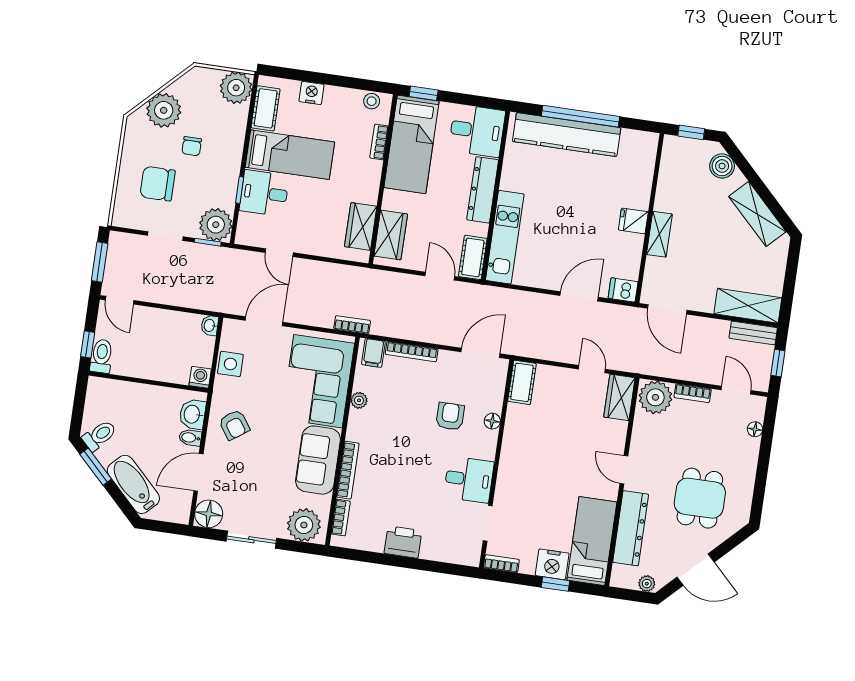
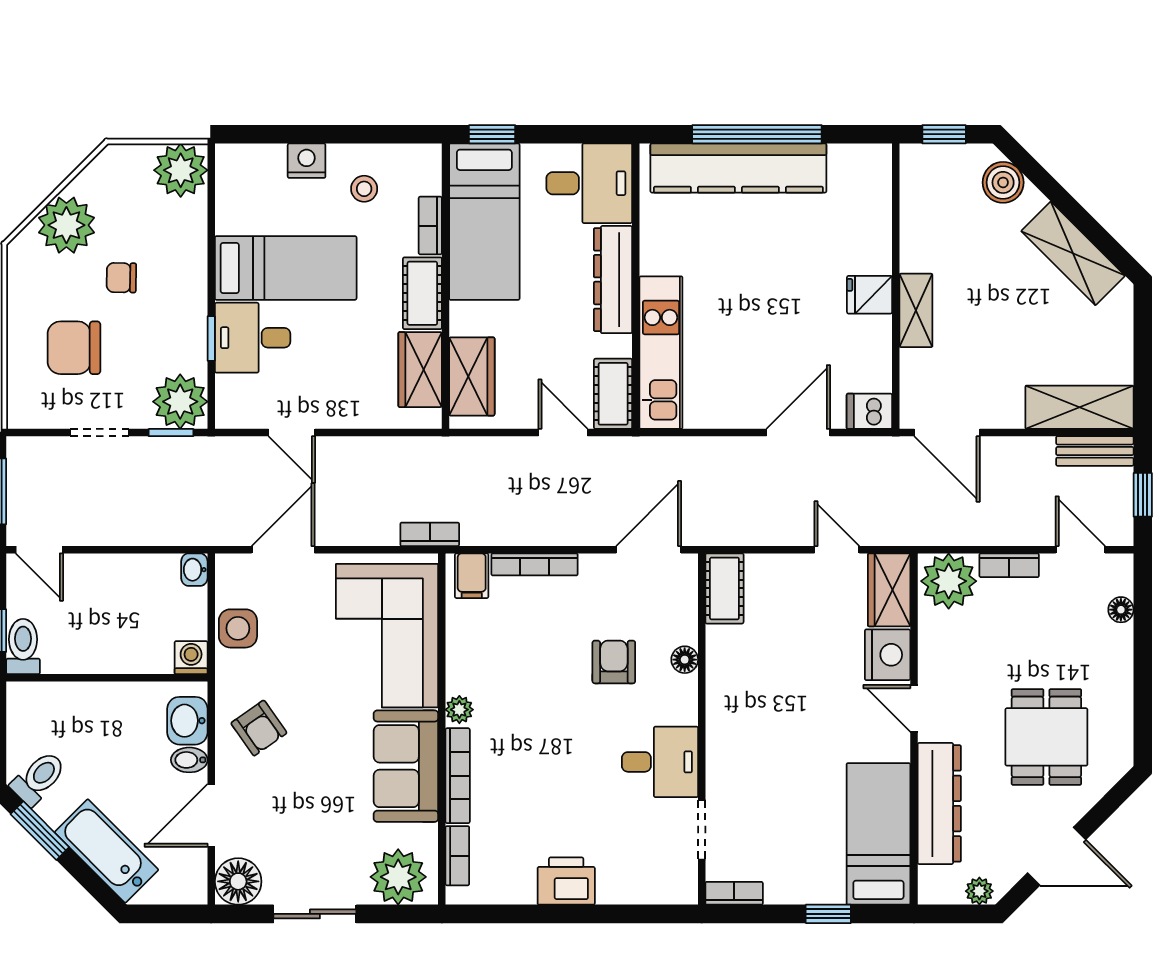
stool: (372, 101) -> (364, 189), moved
cot: (266, 108) -> (422, 293), moved
chair: (192, 146) -> (121, 278), turned 91
plant: (359, 400) -> (459, 710), moved
nightstand: (552, 564) -> (888, 655), moved, turned -90

